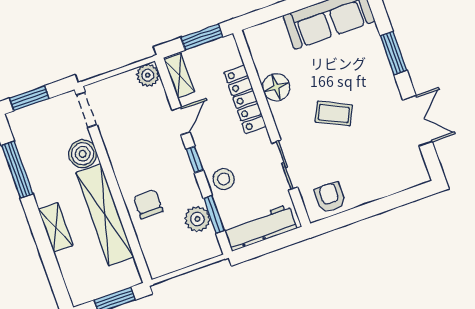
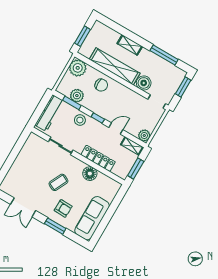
door: (181, 121) -> (116, 129), swing flipped
armchair: (330, 197) -> (63, 208), moved
plant: (161, 259) -> (78, 68), added

